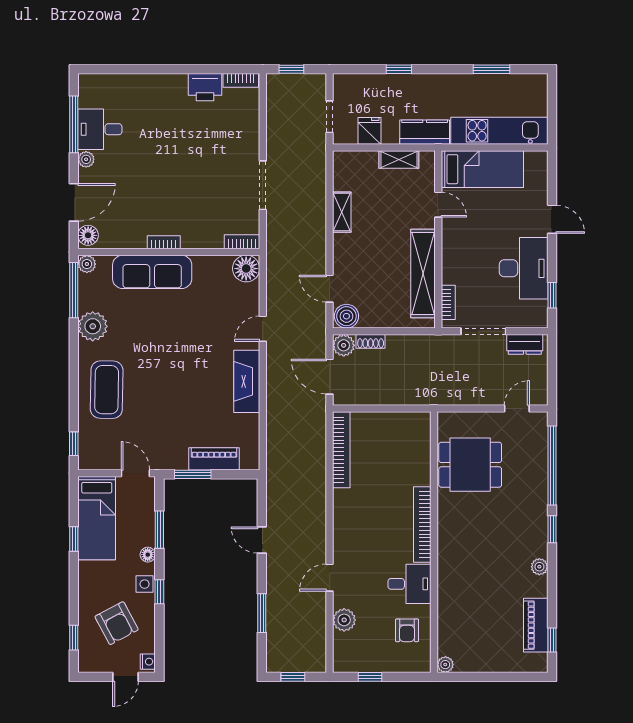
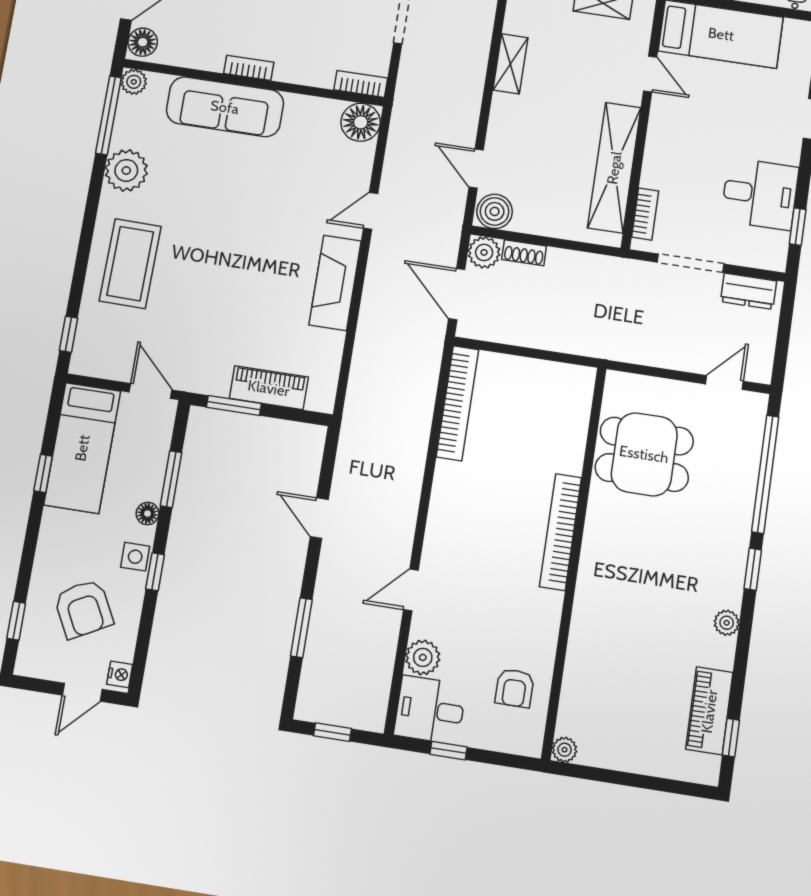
desk: (524, 268) -> (760, 194), width x0.73
desk: (409, 584) -> (430, 710), moved, turned 180

